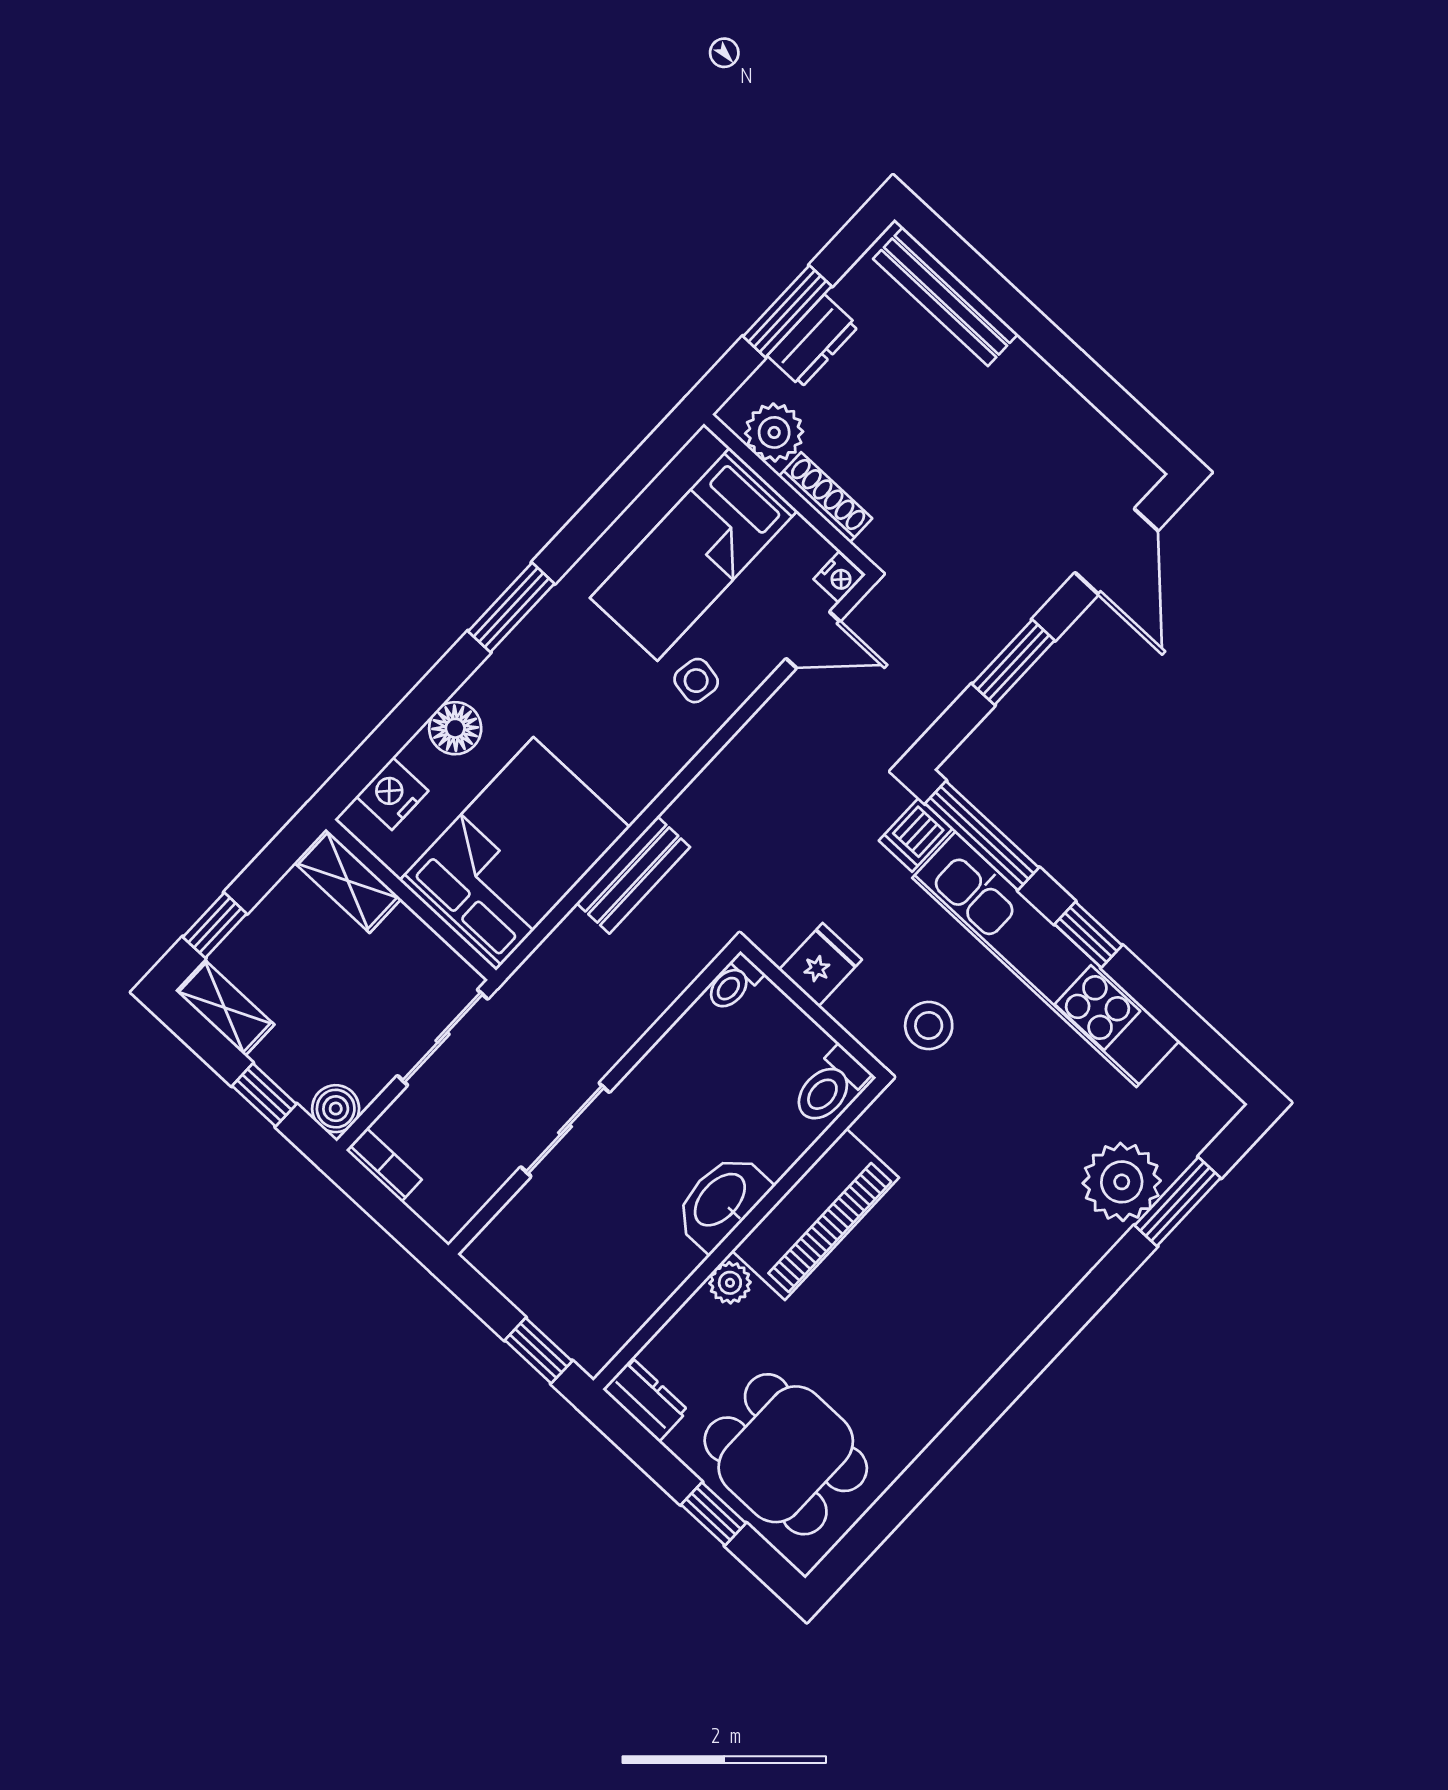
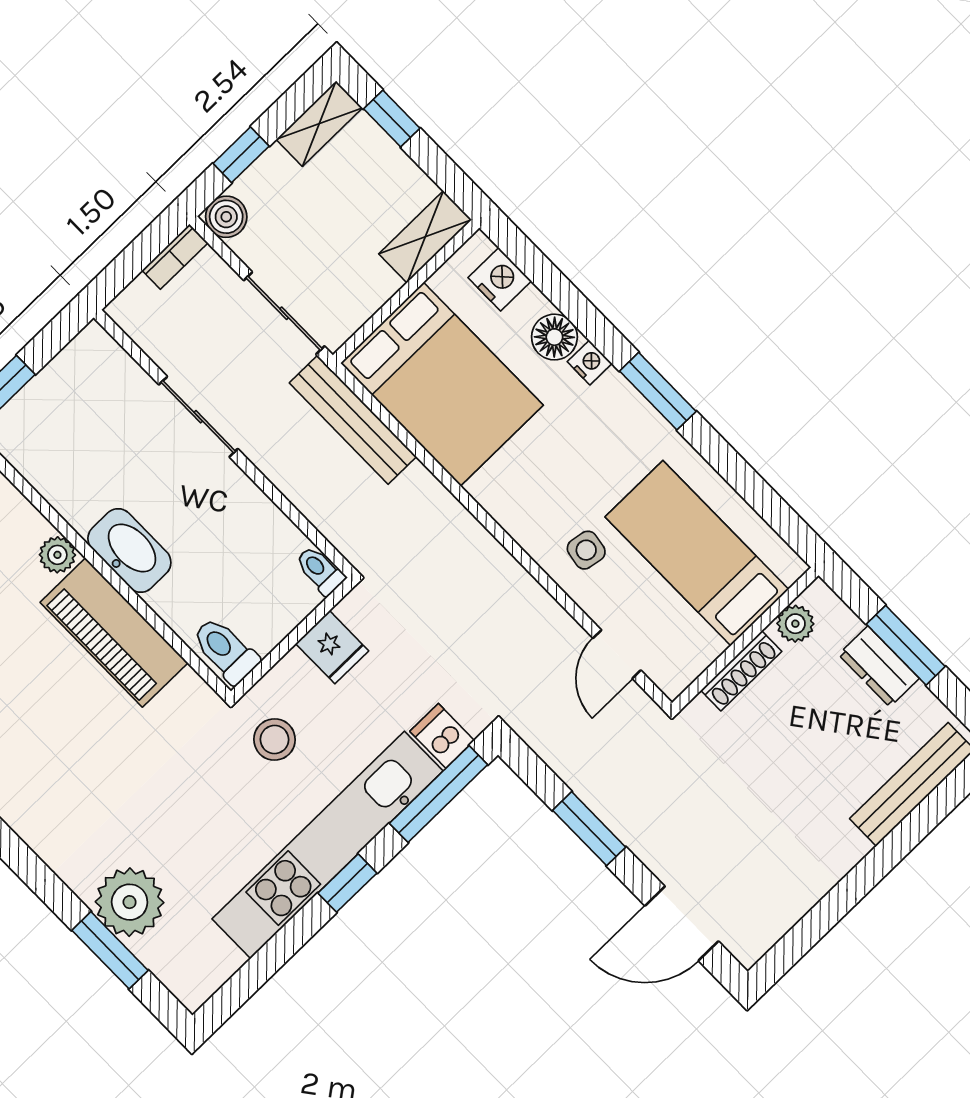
plant: (774, 432) -> (795, 624), width x0.73, depth x0.73
nightstand: (839, 577) -> (590, 363), moved, turned 180
bench: (633, 875) -> (353, 420), moved, width x1.36

